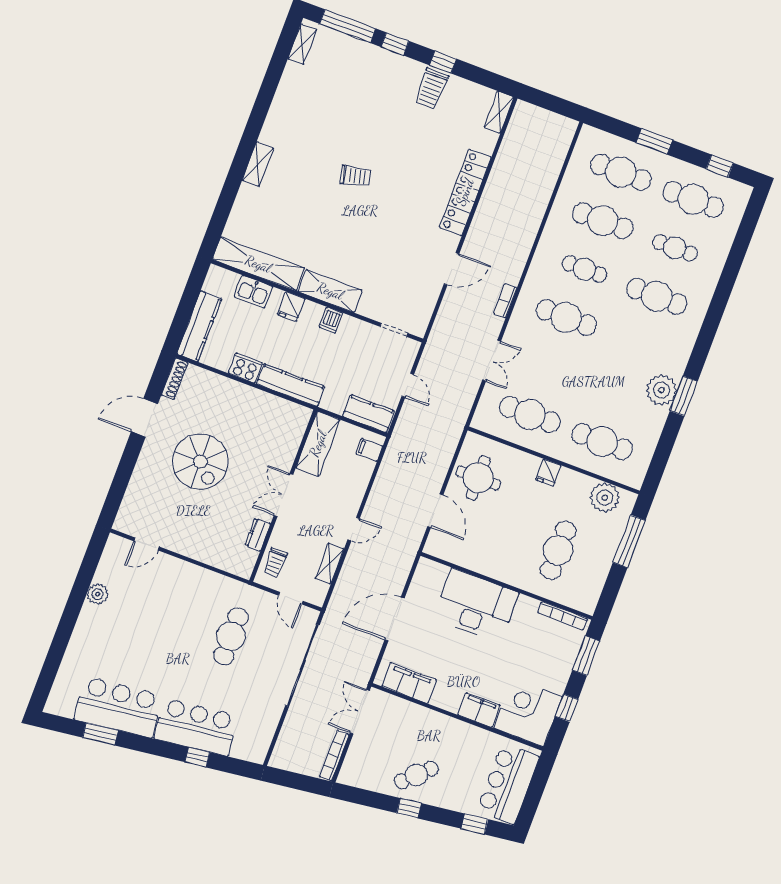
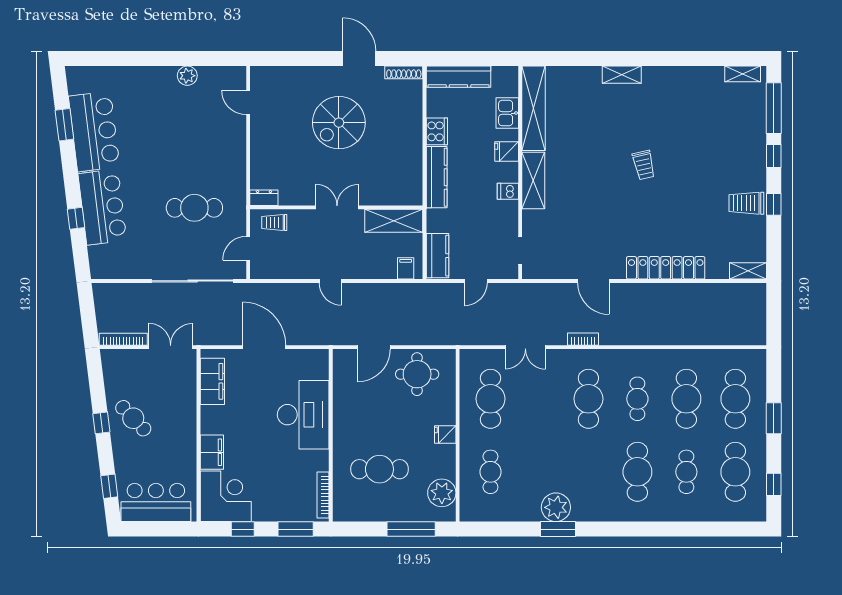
cafe table: (602, 442) -> (490, 472), width x0.73, depth x0.74
dresser: (258, 535) -> (264, 198), moved
shelving: (330, 564) -> (292, 271), removed

